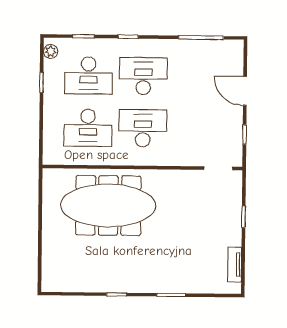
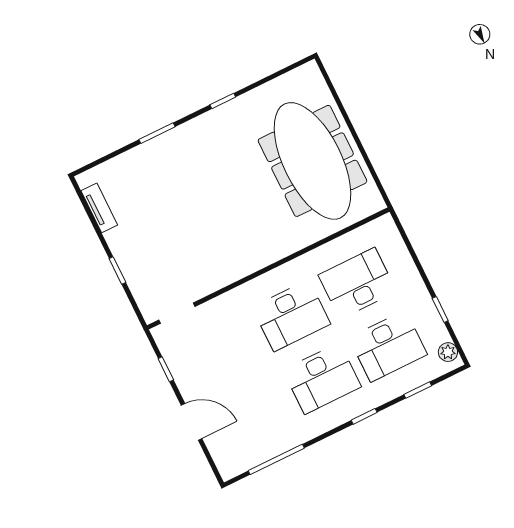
desk: (89, 76) -> (388, 346), turned 180
meeting table: (108, 205) -> (312, 161), moved, turned 90

